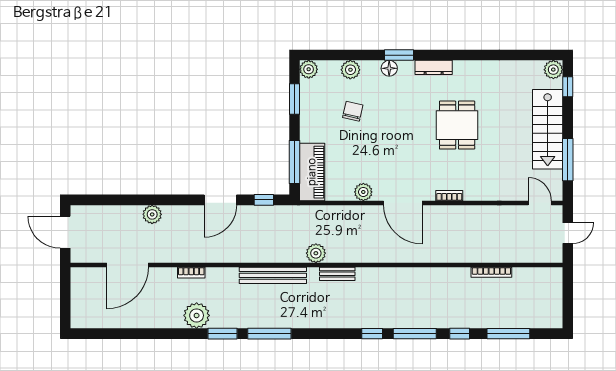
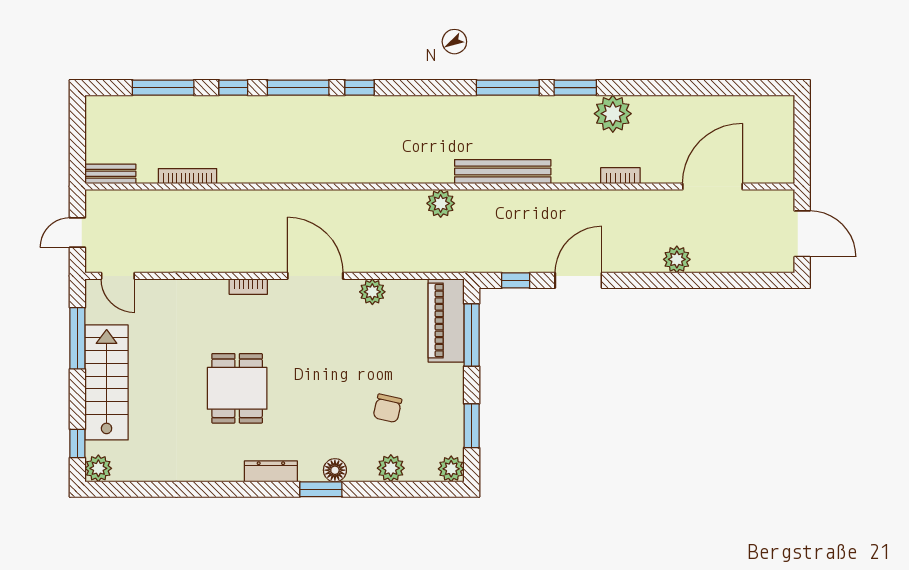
bench: (337, 274) -> (110, 174), moved

